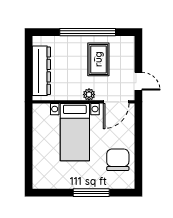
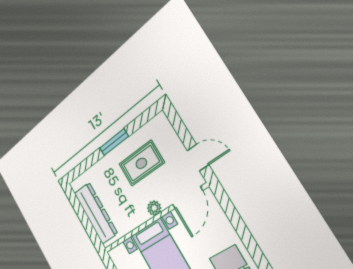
window: (88, 32) -> (114, 142), width x0.47
rug: (98, 59) -> (141, 163), turned 90

